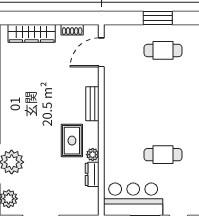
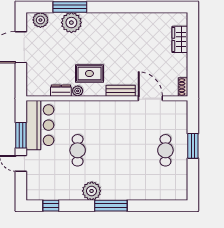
shoe rack: (72, 30) -> (183, 87), moved
wardrobe: (32, 33) -> (180, 39), width x0.67
door: (101, 52) -> (150, 98), moved

